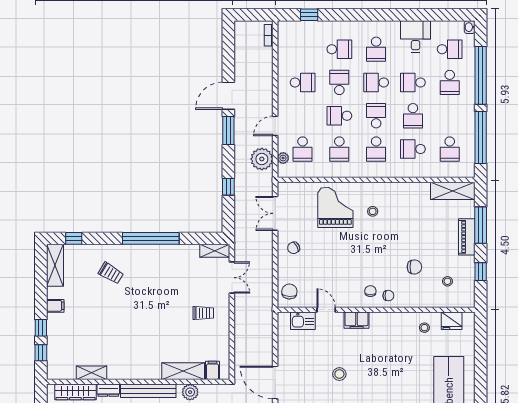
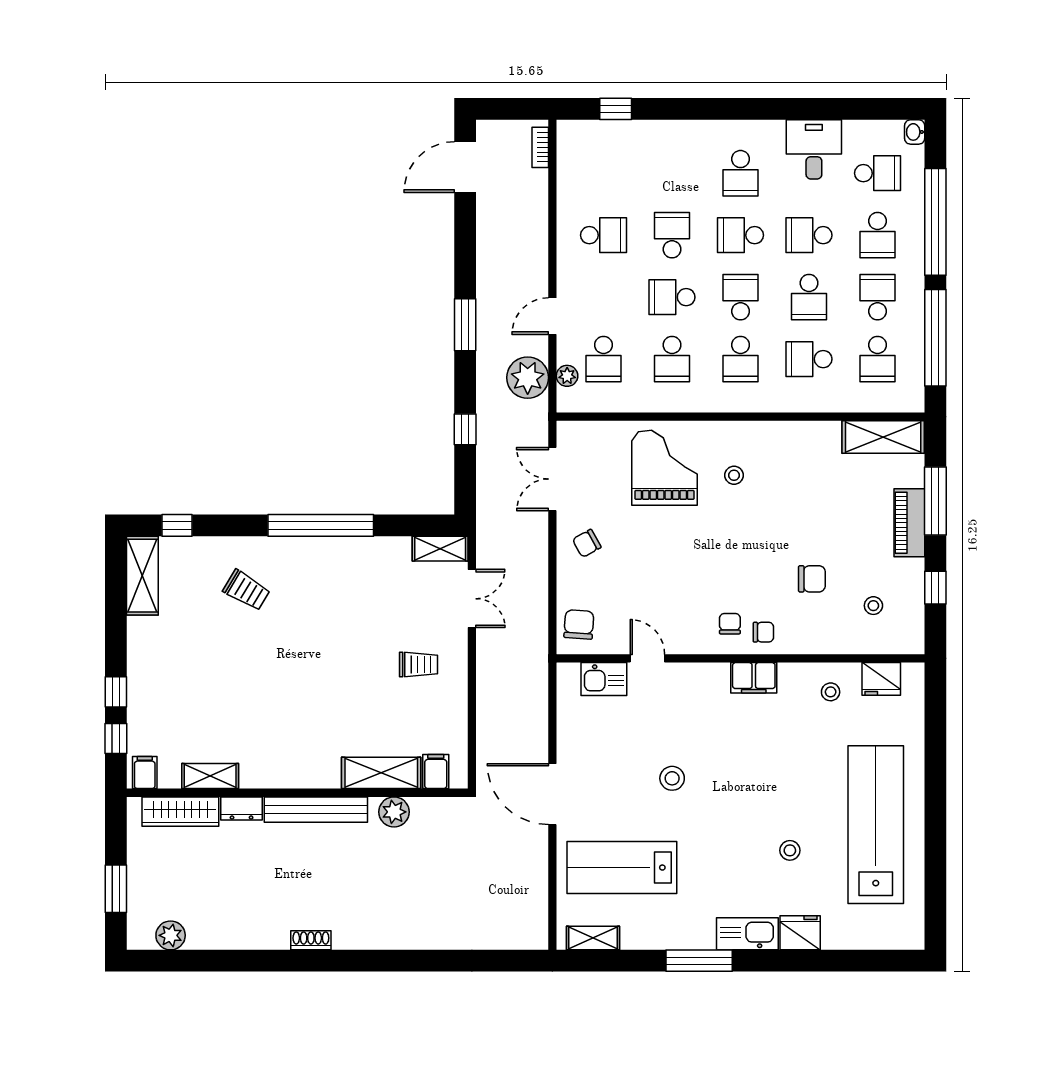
school desk: (339, 49) -> (878, 297), moved, turned -90
door: (228, 96) -> (465, 167), moved
filing cabinet: (55, 306) -> (145, 773), moved, turned -90
filing cabinet: (357, 320) -> (754, 678), moved

